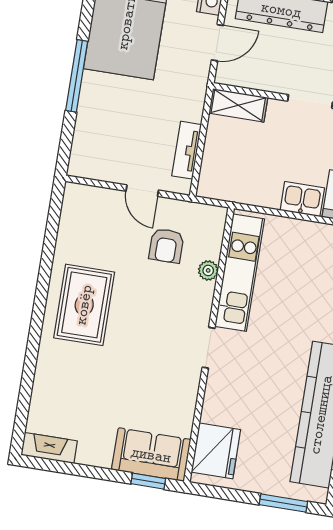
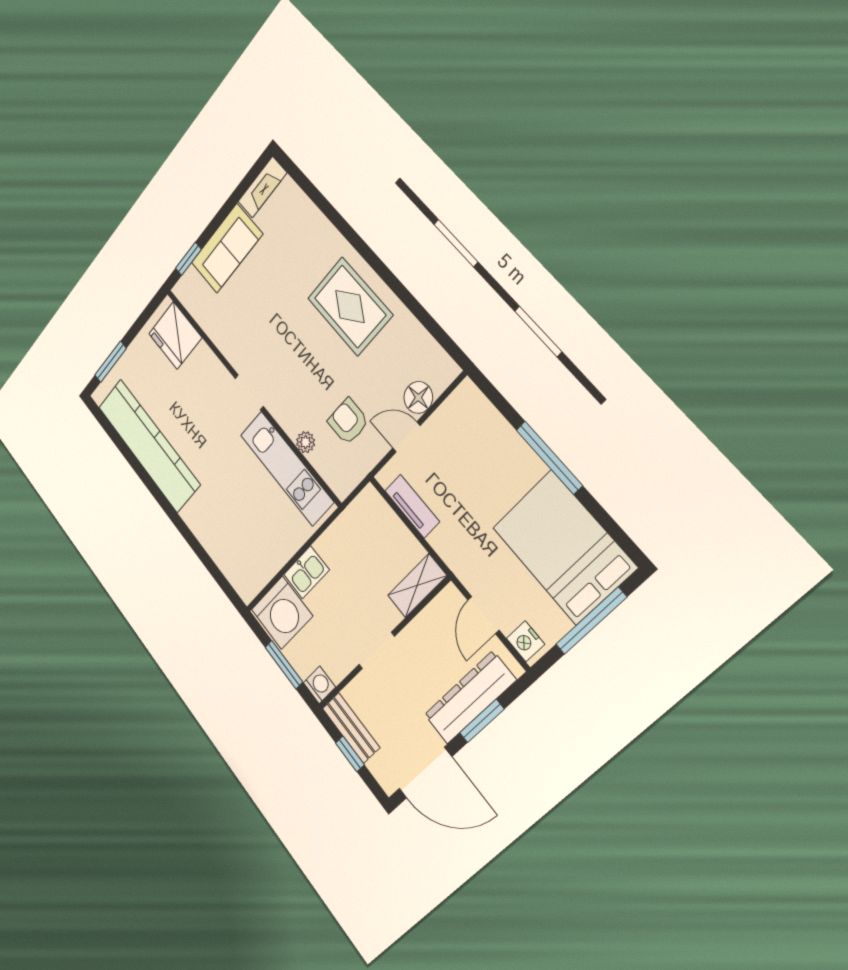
floor lamp: (108, 202) -> (418, 397), added
sofa: (151, 455) -> (227, 248), moved

